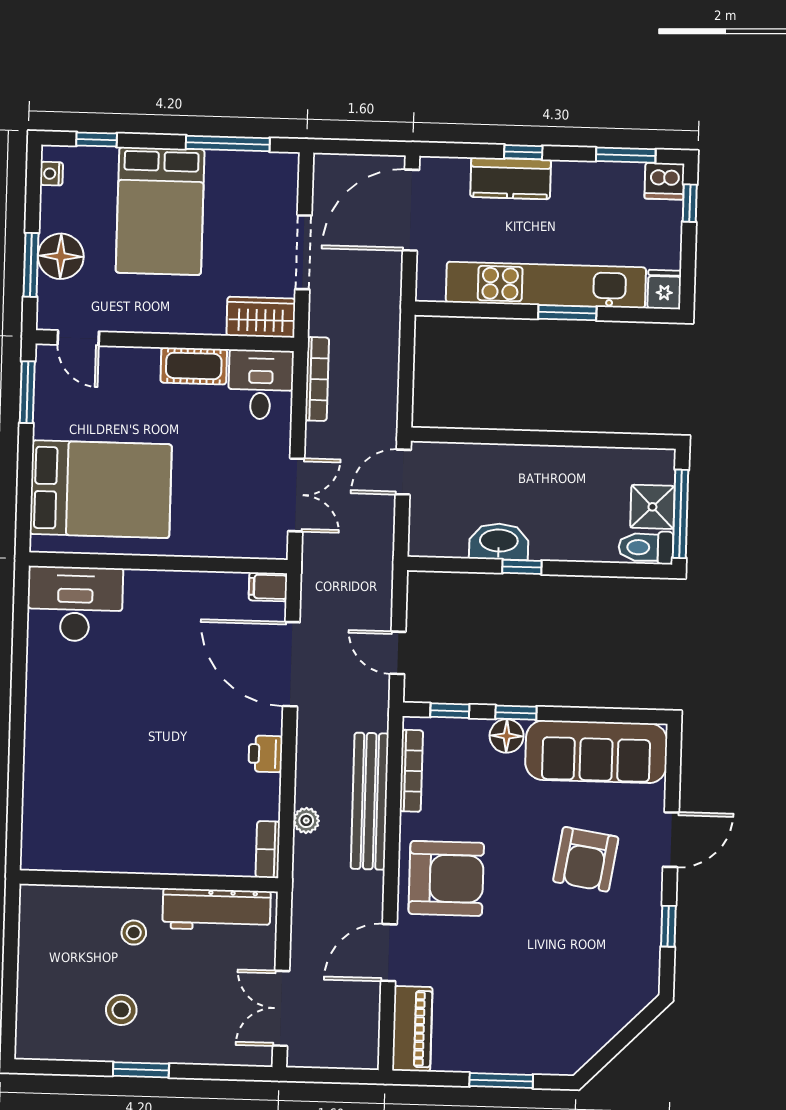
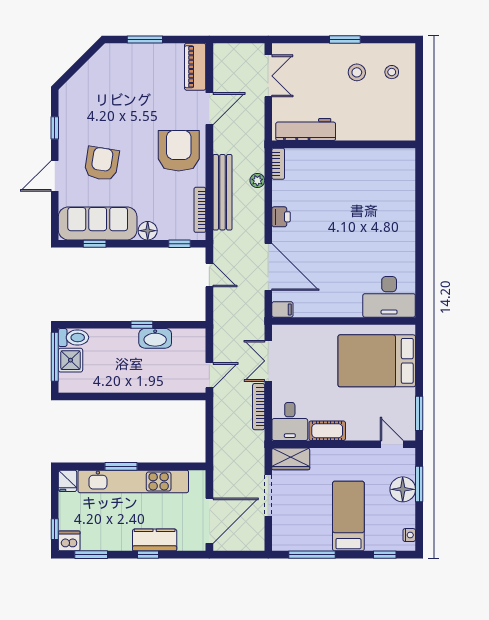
bed: (160, 211) -> (348, 516), width x0.67
bookcase: (317, 379) -> (259, 407), moved
window: (516, 713) -> (95, 244), moved
armchair: (446, 878) -> (179, 151), turned 90
stool: (134, 933) -> (392, 72), moved

